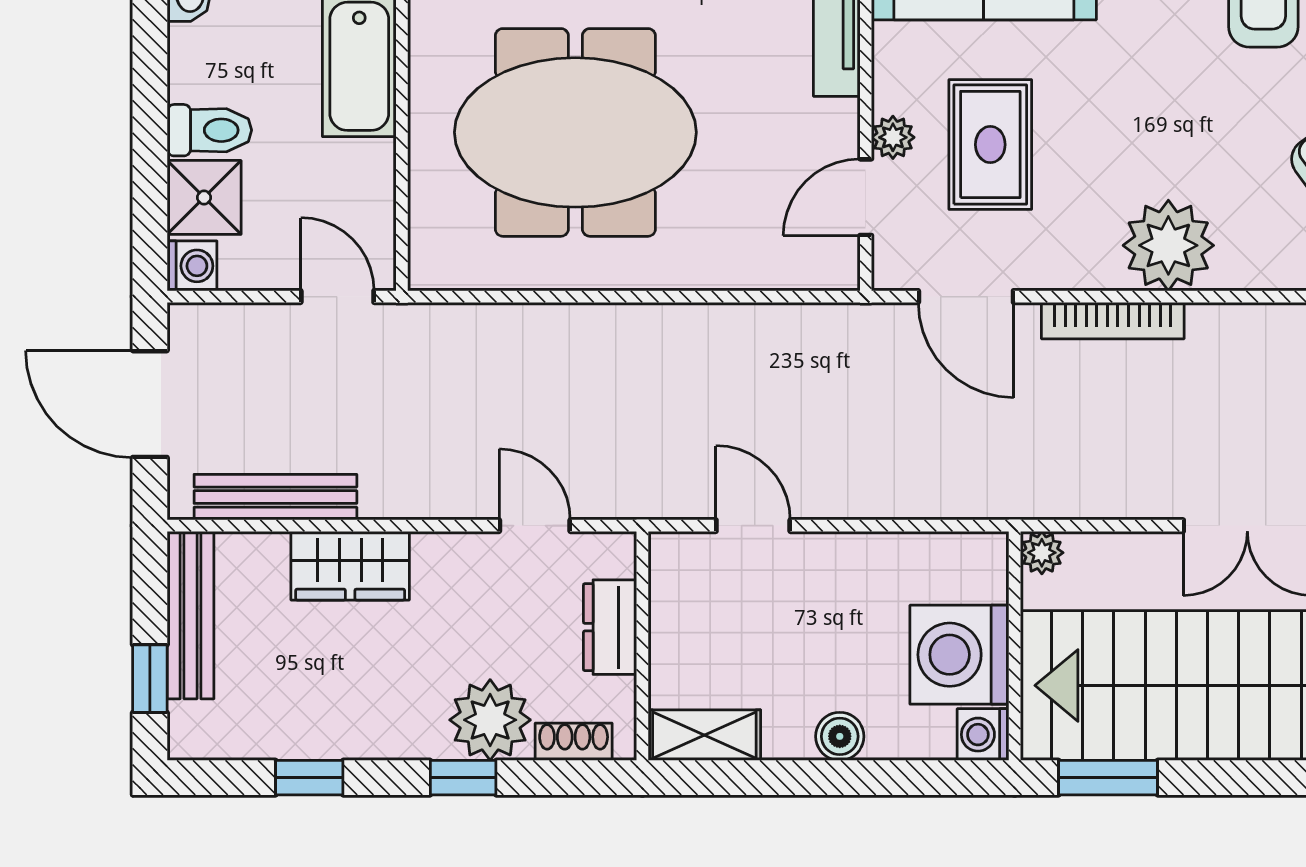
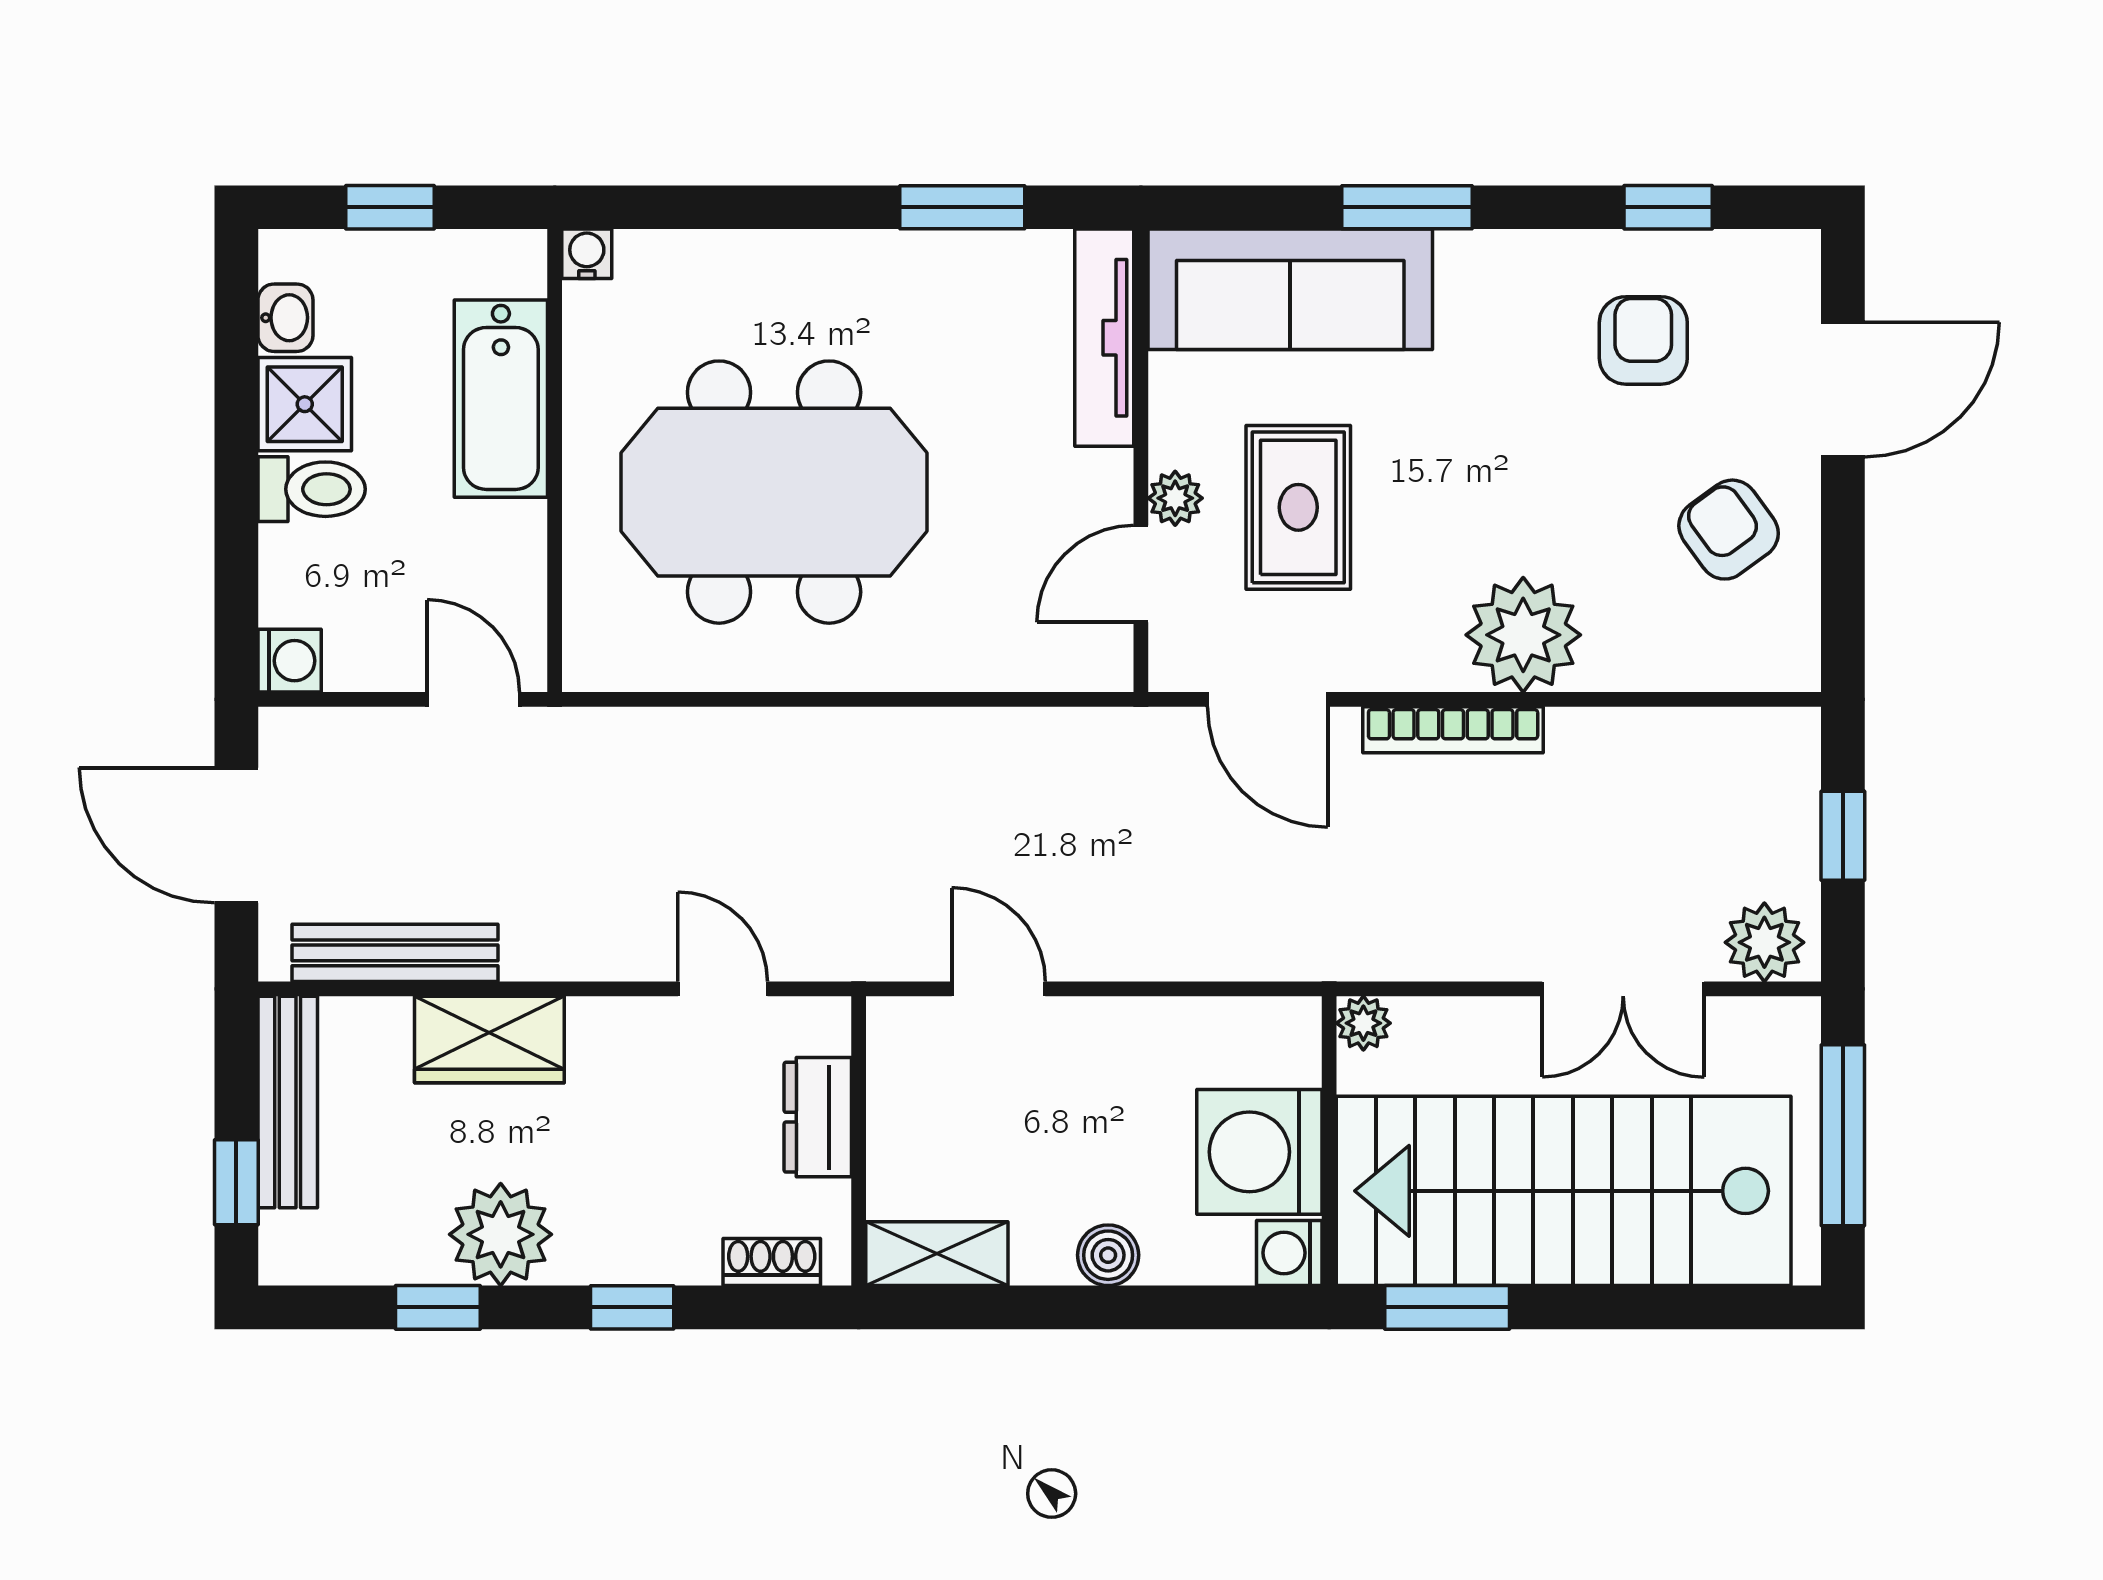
shower: (204, 197) -> (305, 404), moved
plant: (490, 720) -> (501, 1234), moved

